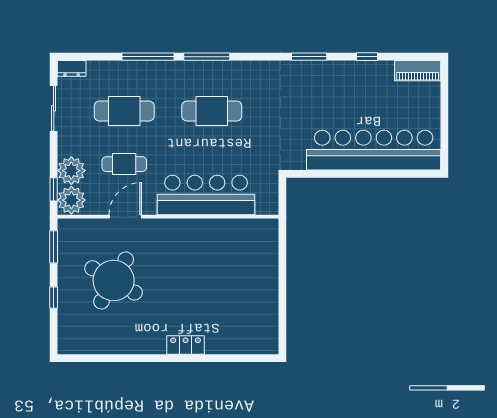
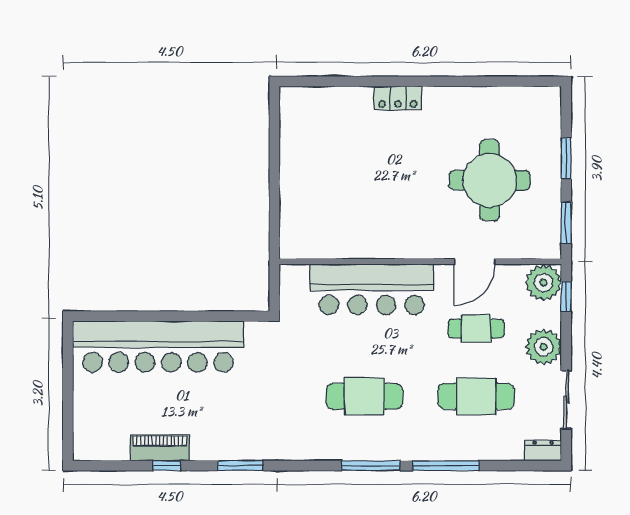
piano: (418, 71) -> (160, 448), moved
plant: (71, 171) -> (544, 347), moved
round table: (114, 280) -> (490, 180), turned -30
window: (54, 298) -> (566, 158), width x1.50

